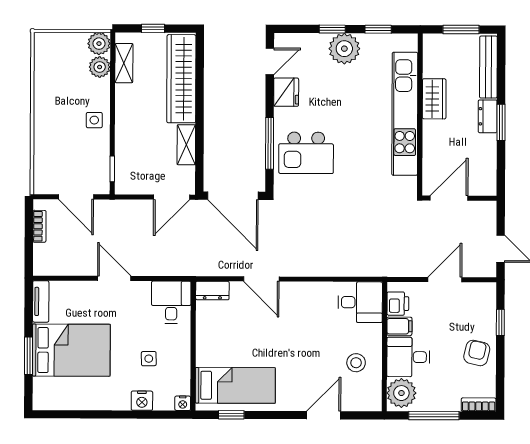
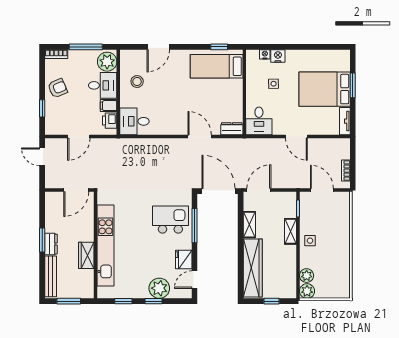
plant: (344, 49) -> (159, 288), moved
shelving: (124, 63) -> (291, 231), moved
armchair: (477, 353) -> (58, 88), turned -126
nightstand: (183, 403) -> (265, 54), moved

